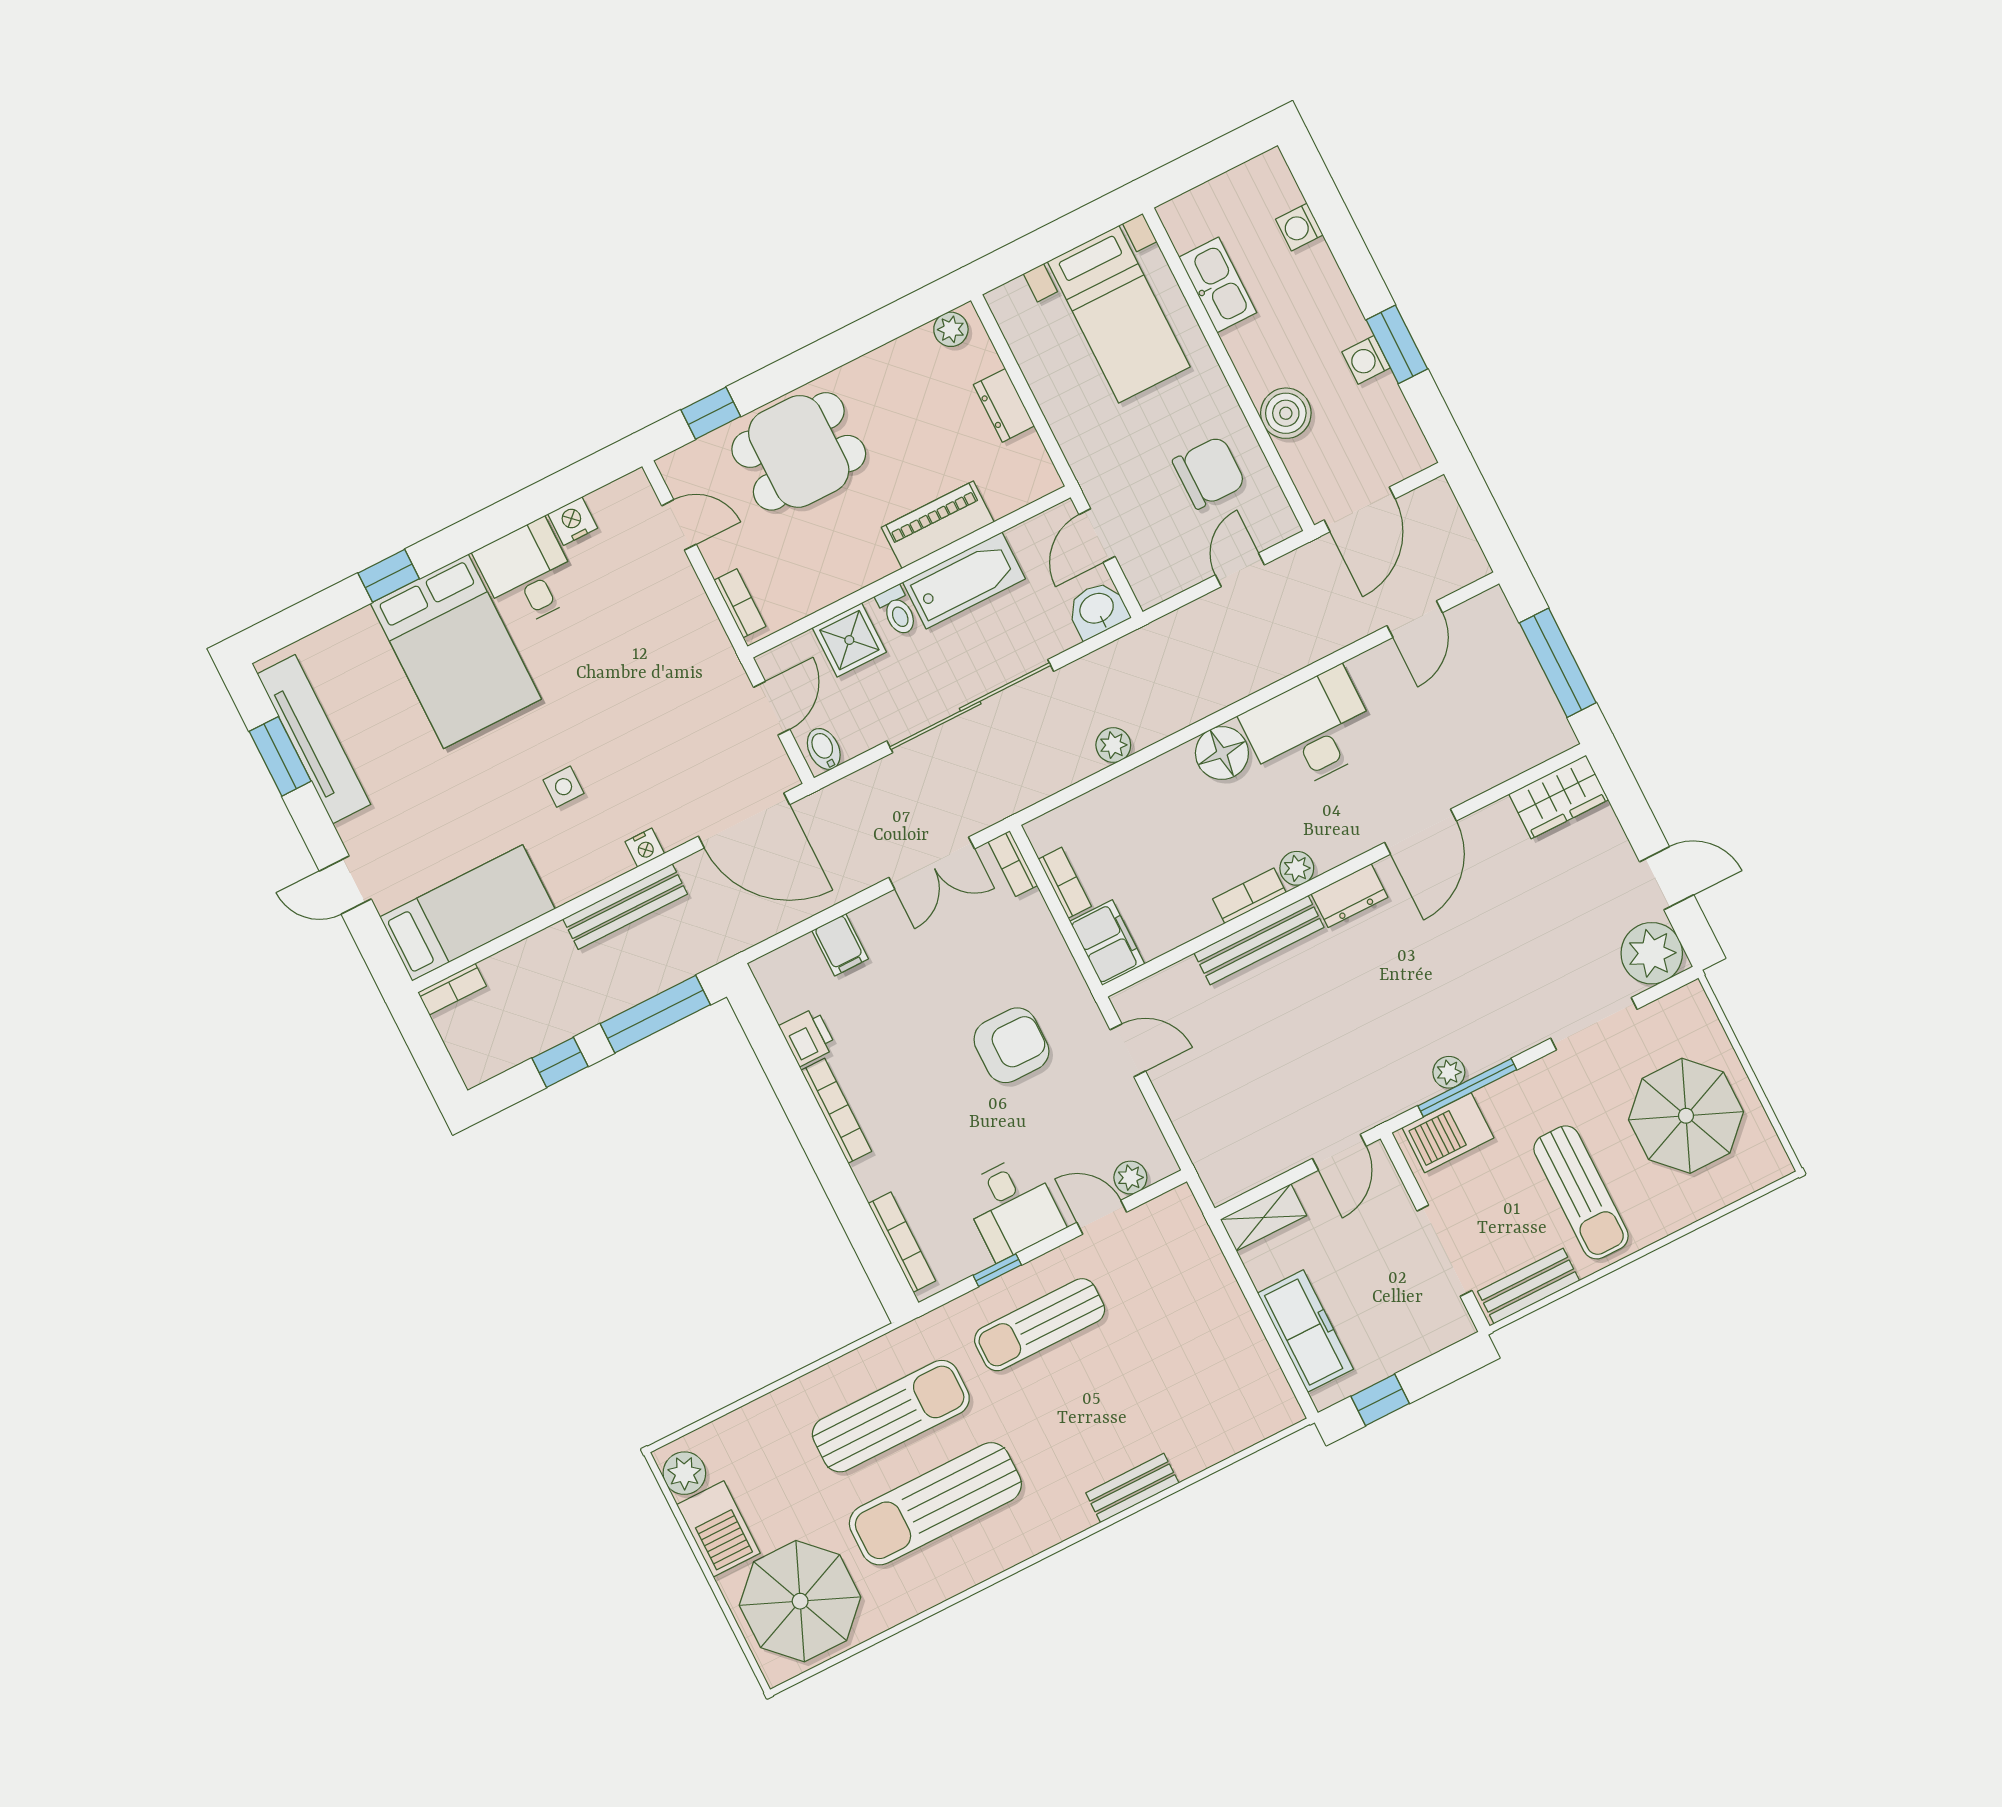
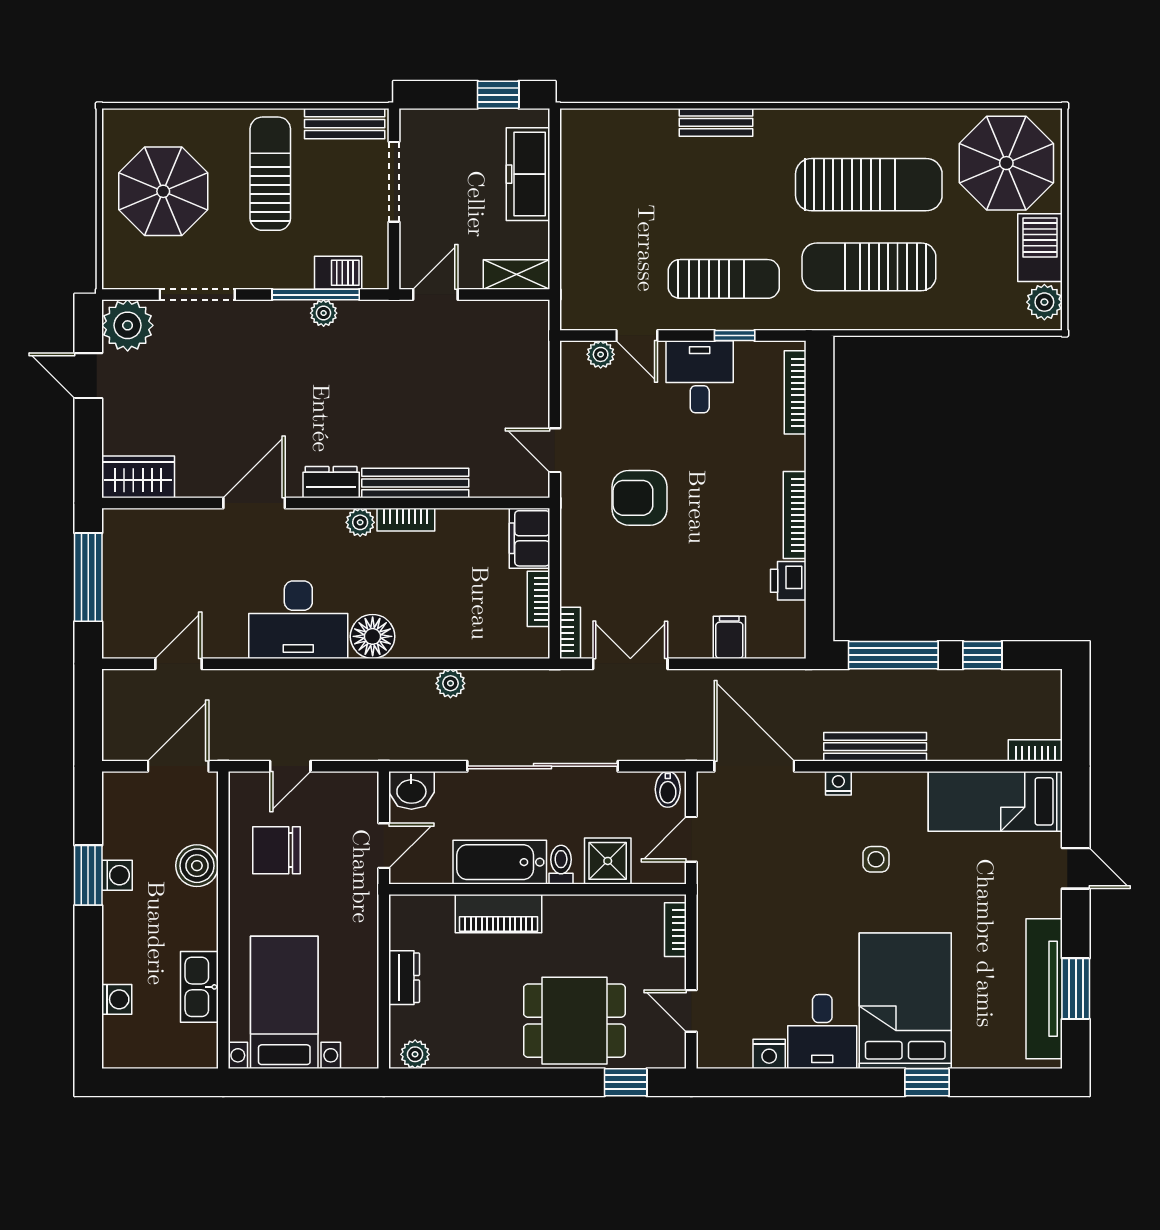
barbecue: (1448, 1133) -> (338, 273), width x0.73, depth x0.79

